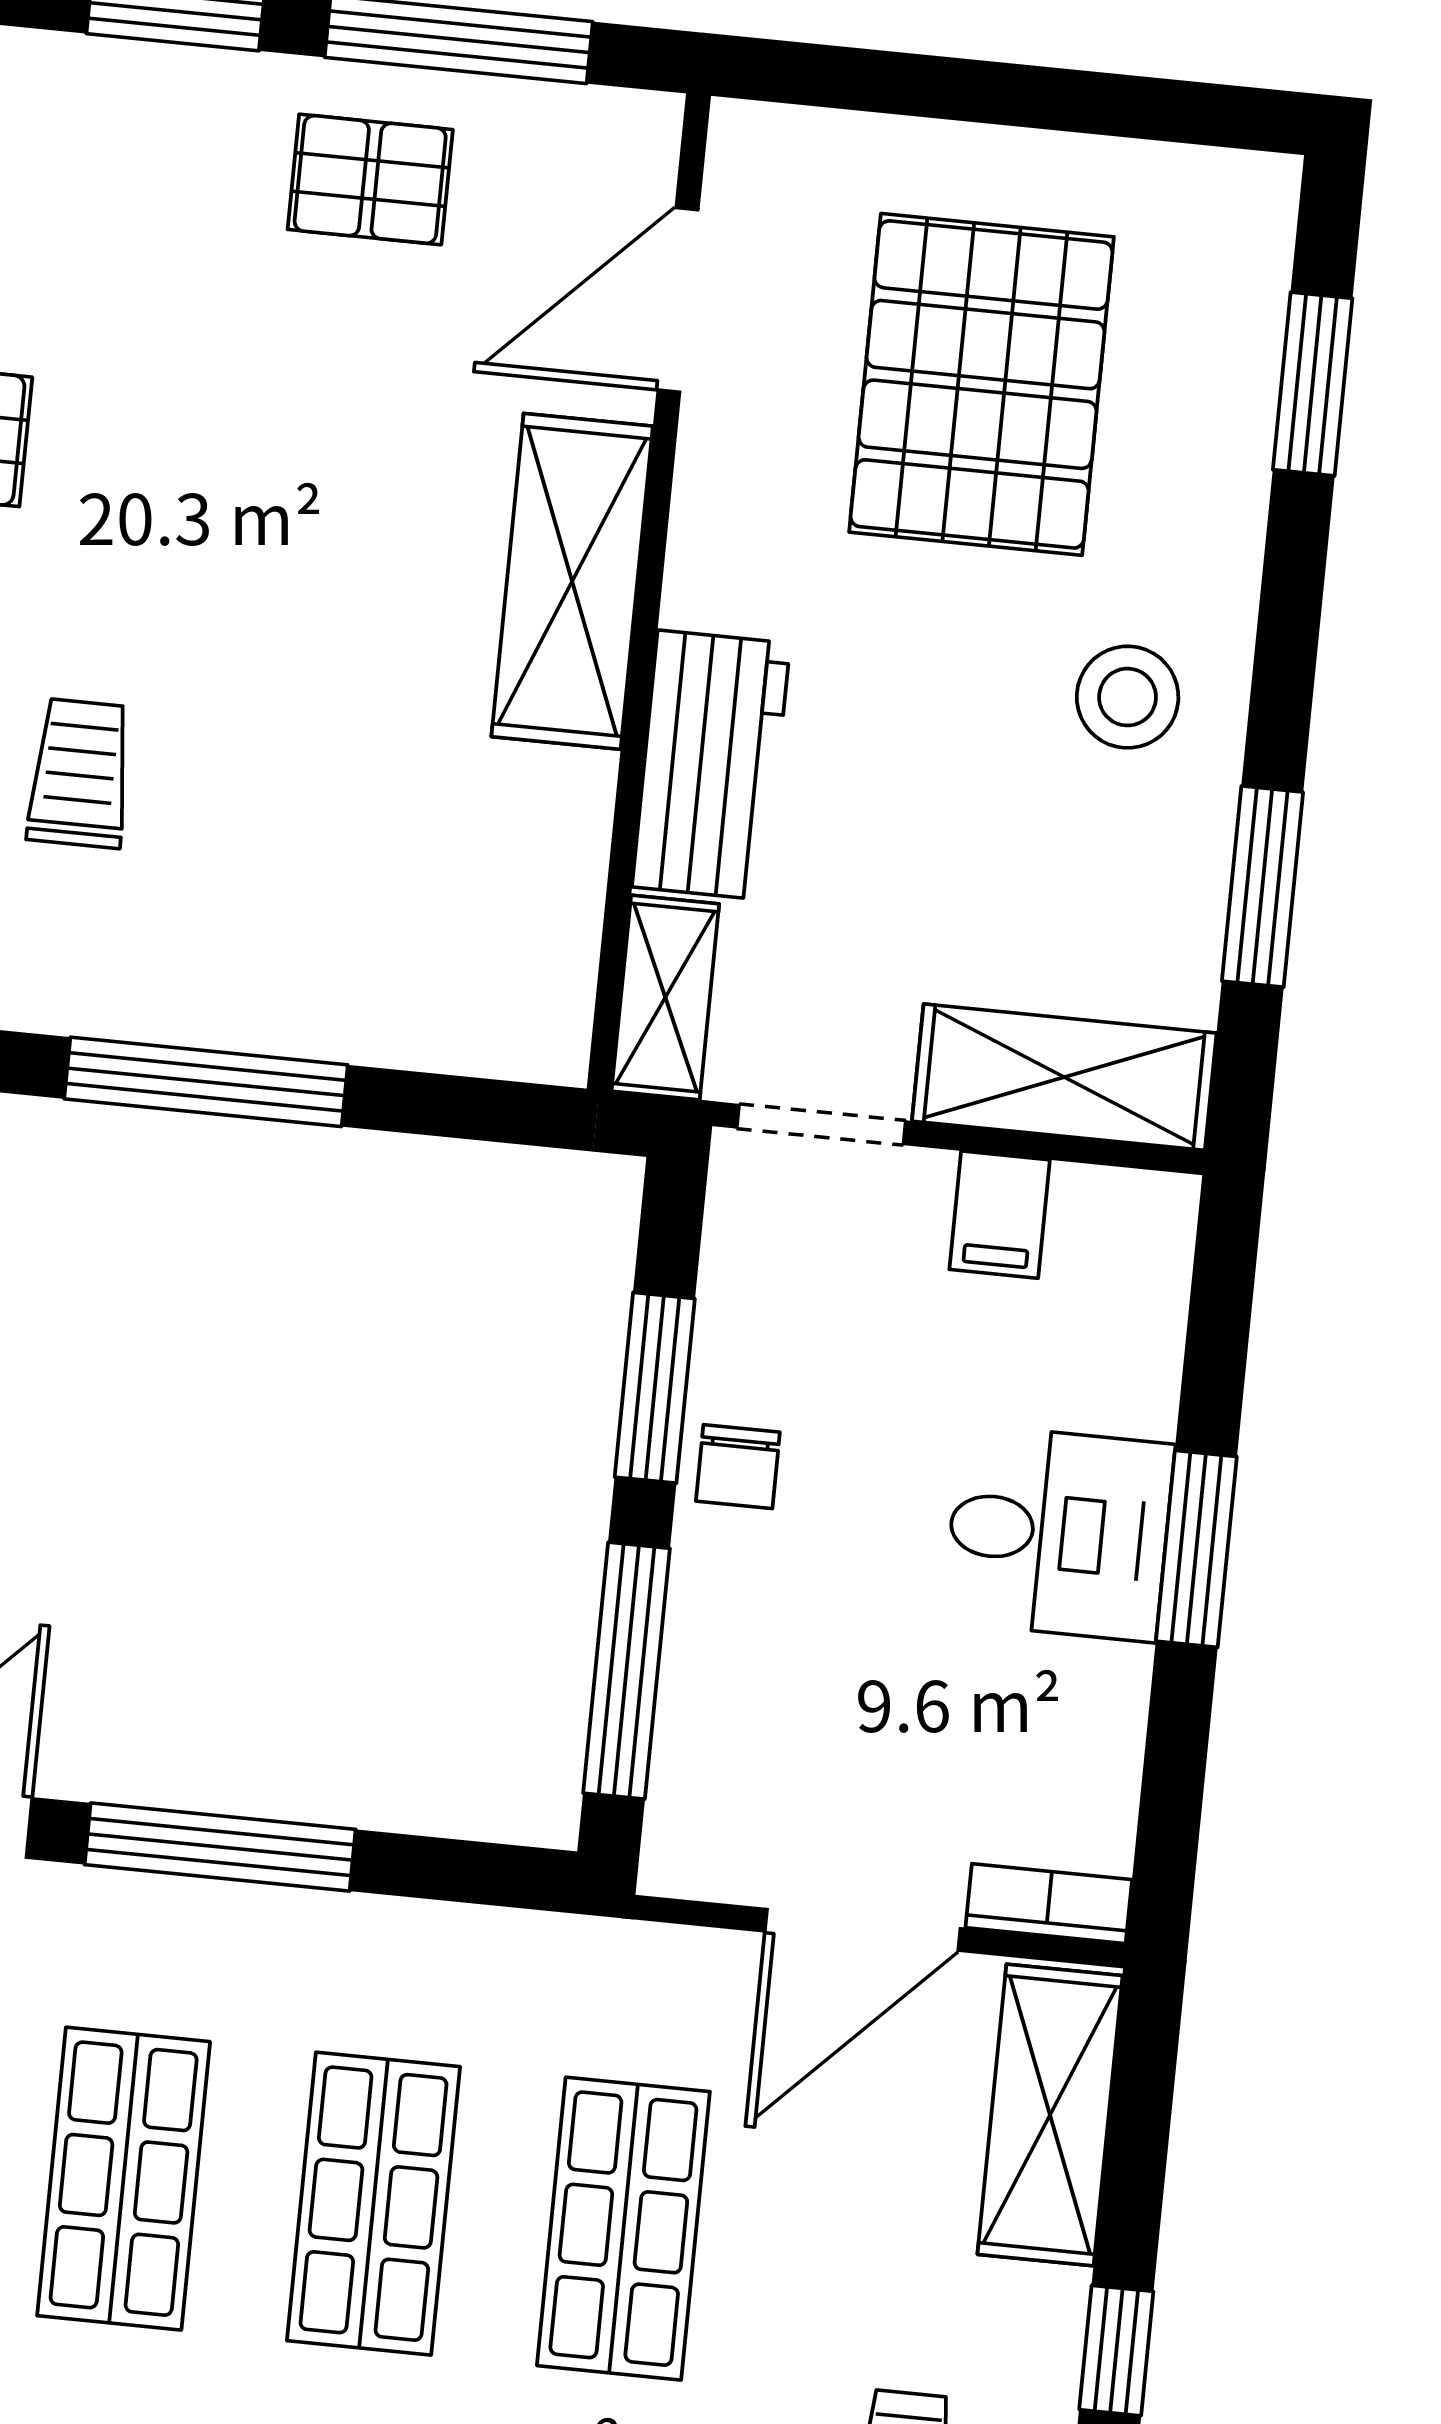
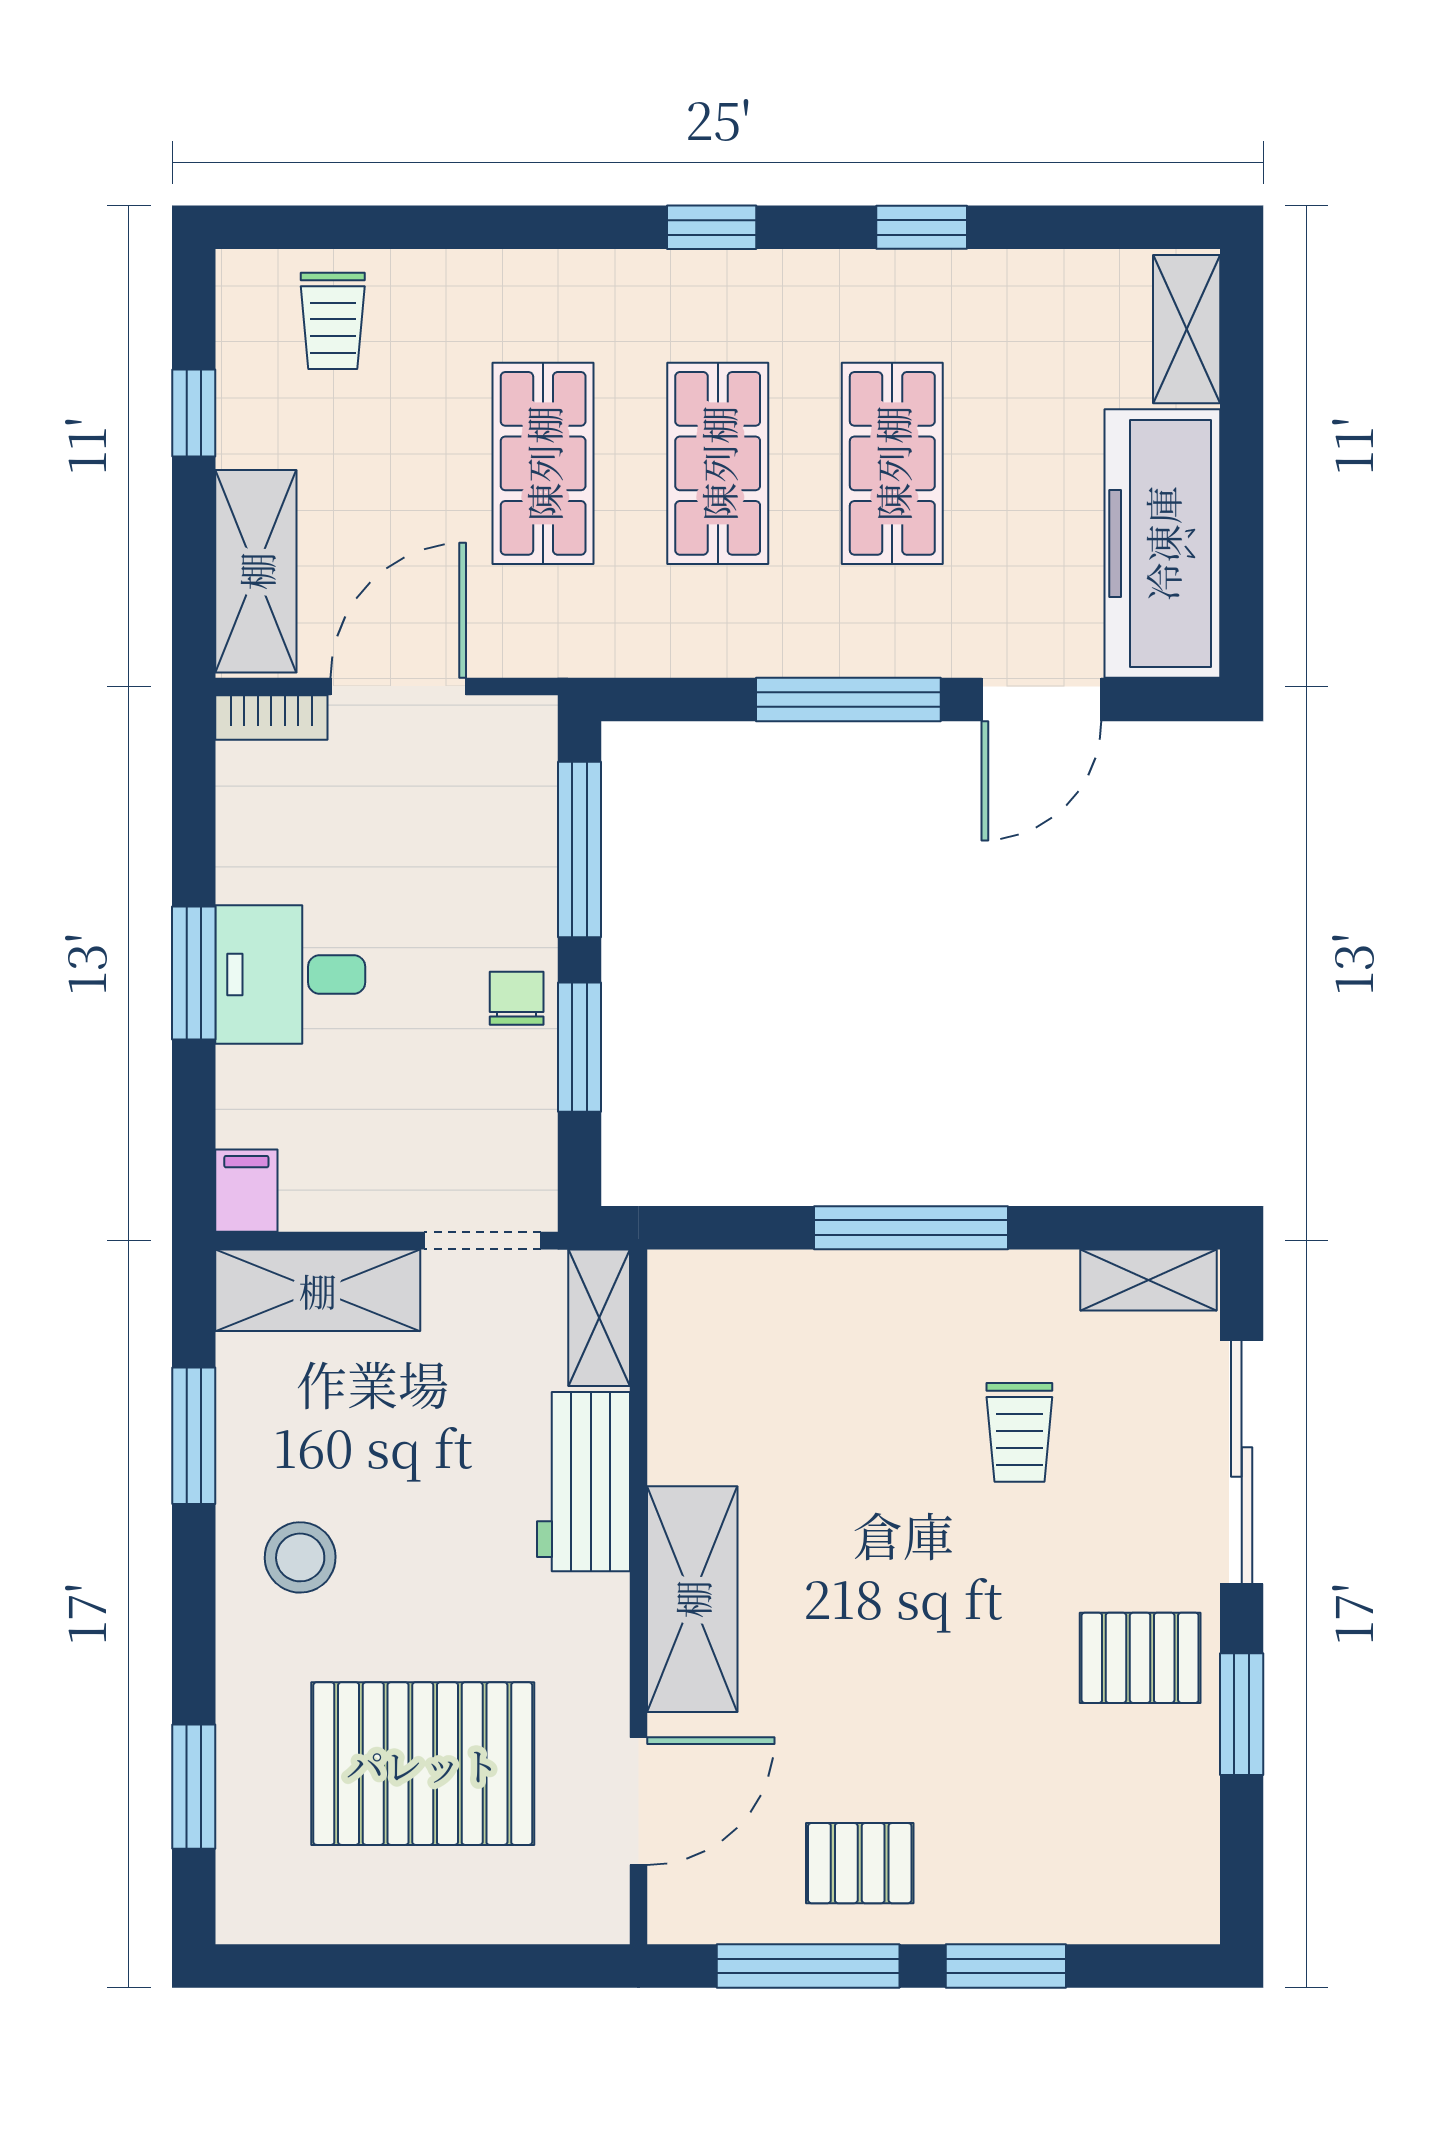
pallet: (982, 384) -> (423, 1764), turned 90
filing cabinet: (1000, 1215) -> (246, 1191), moved

